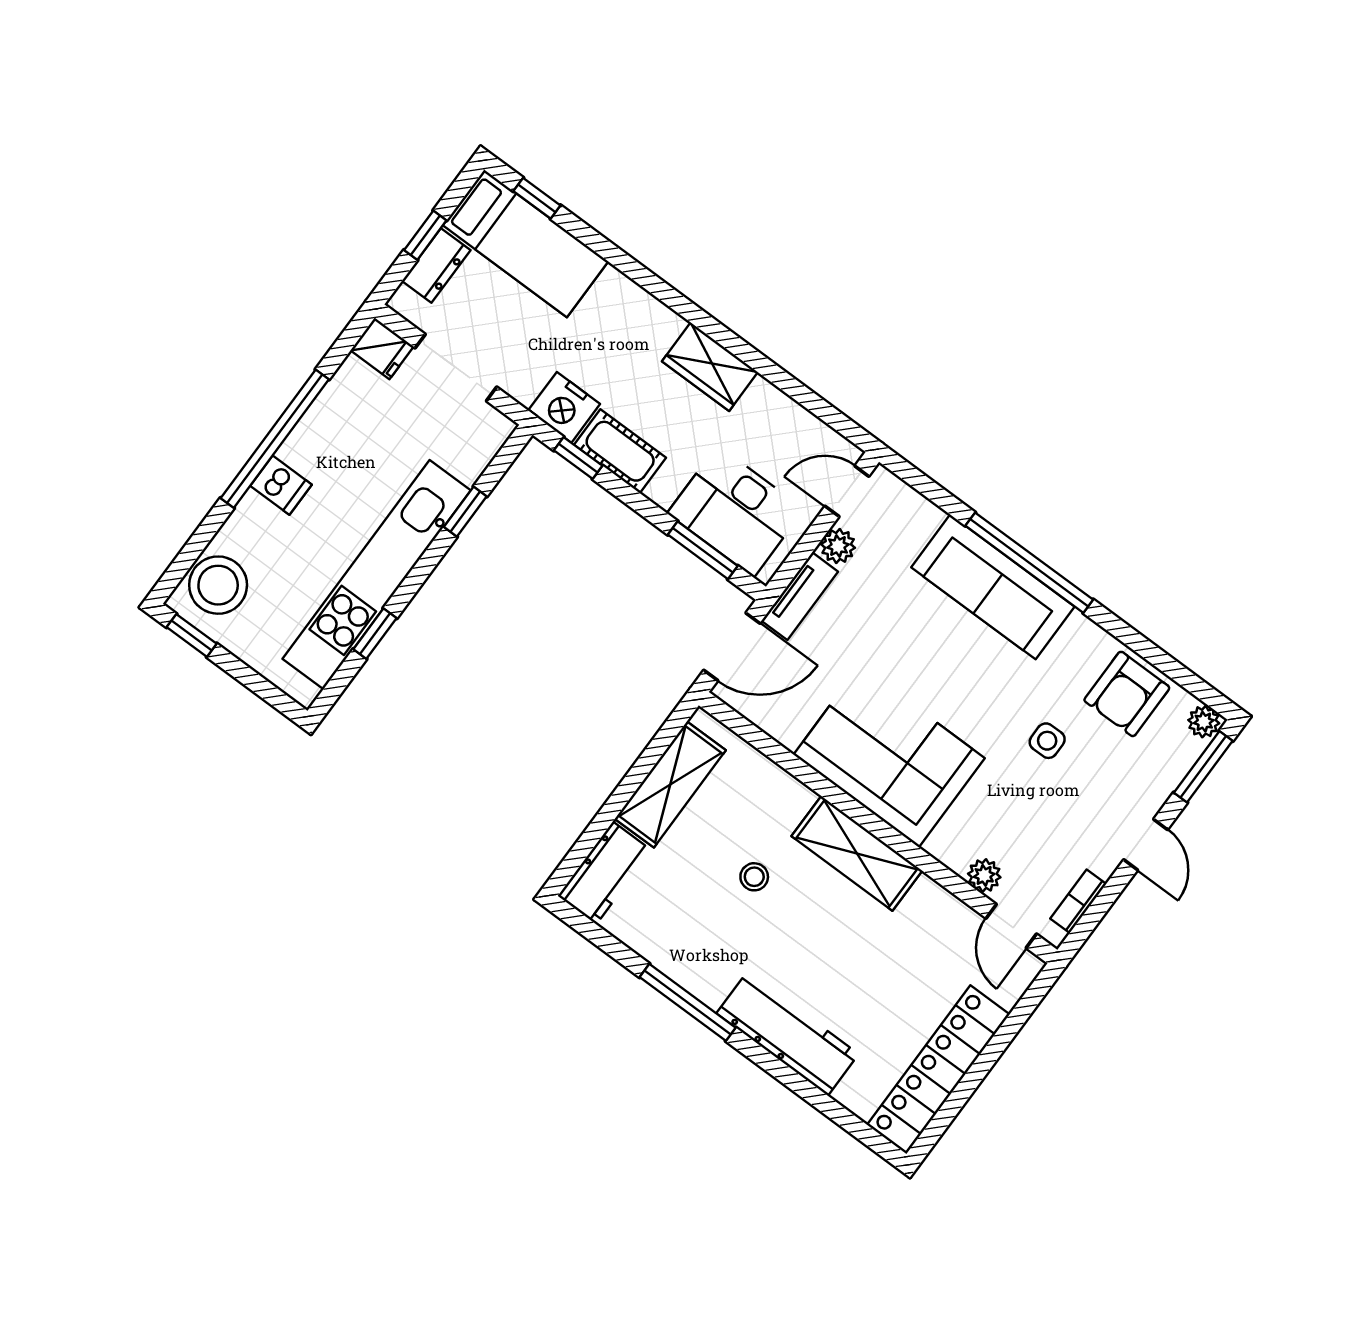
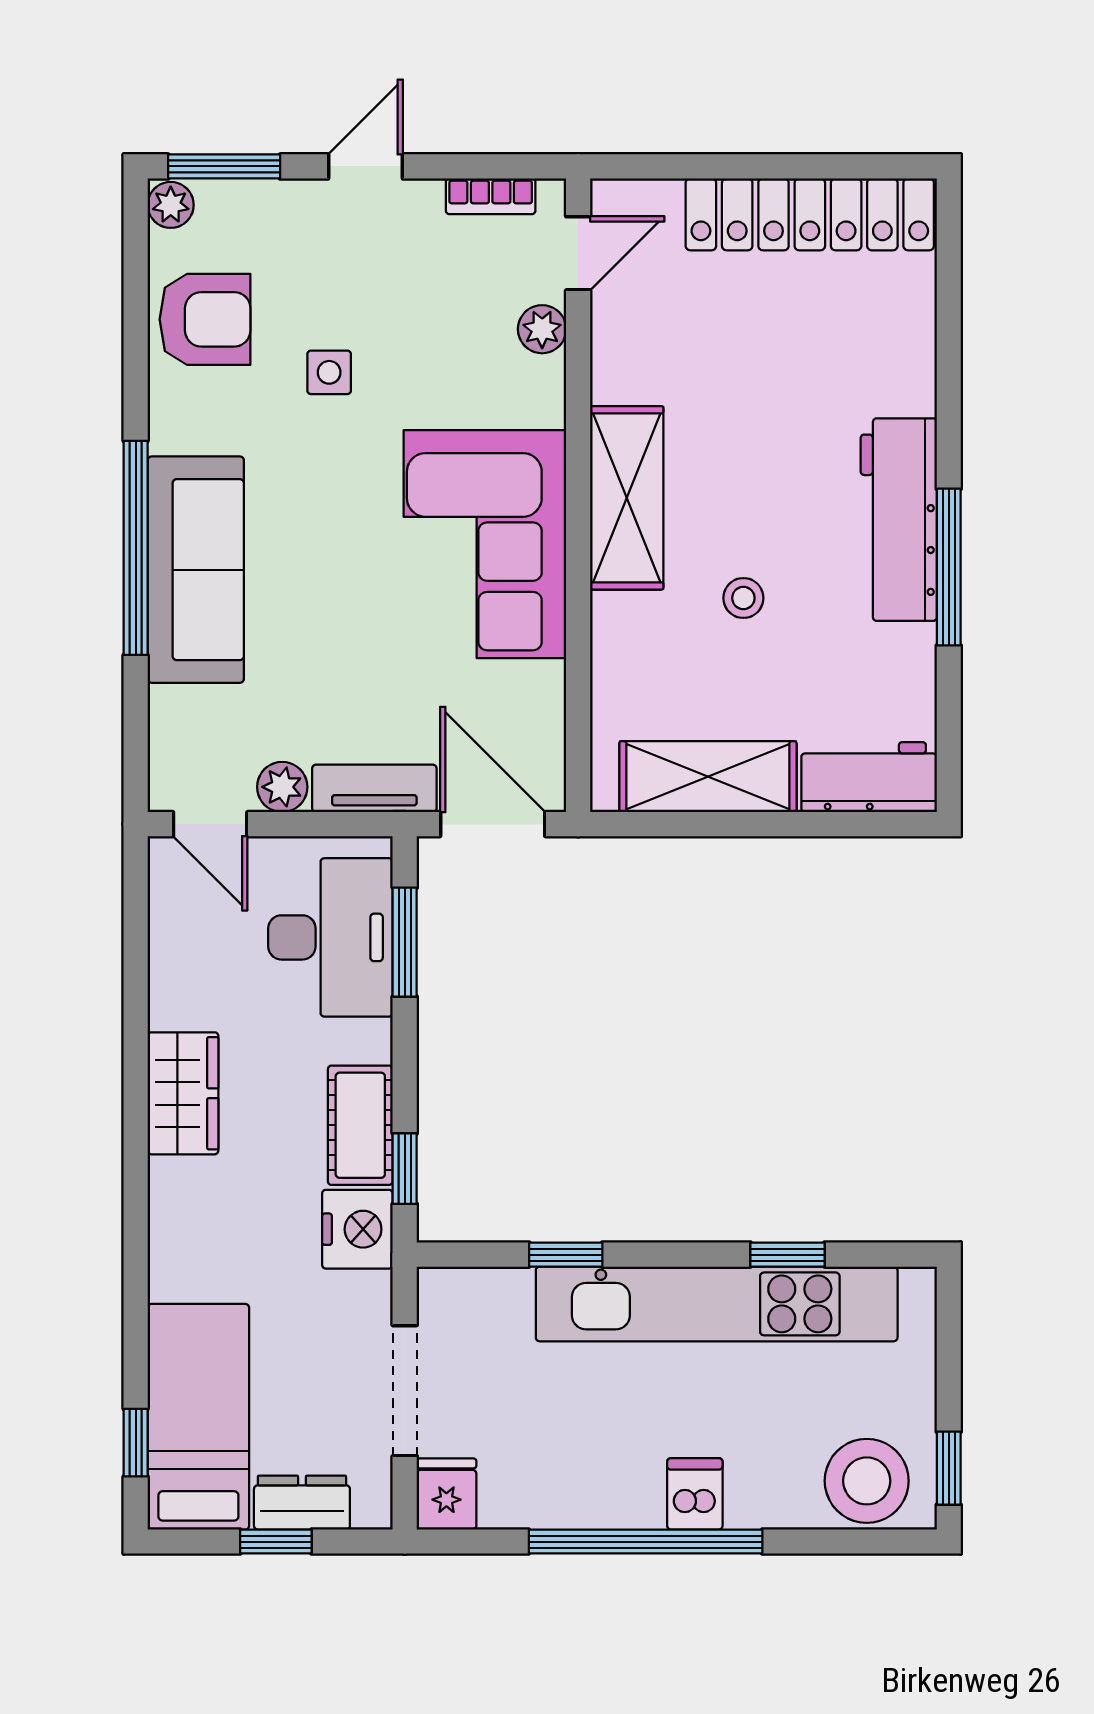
workbench: (788, 1034) -> (899, 520), moved

